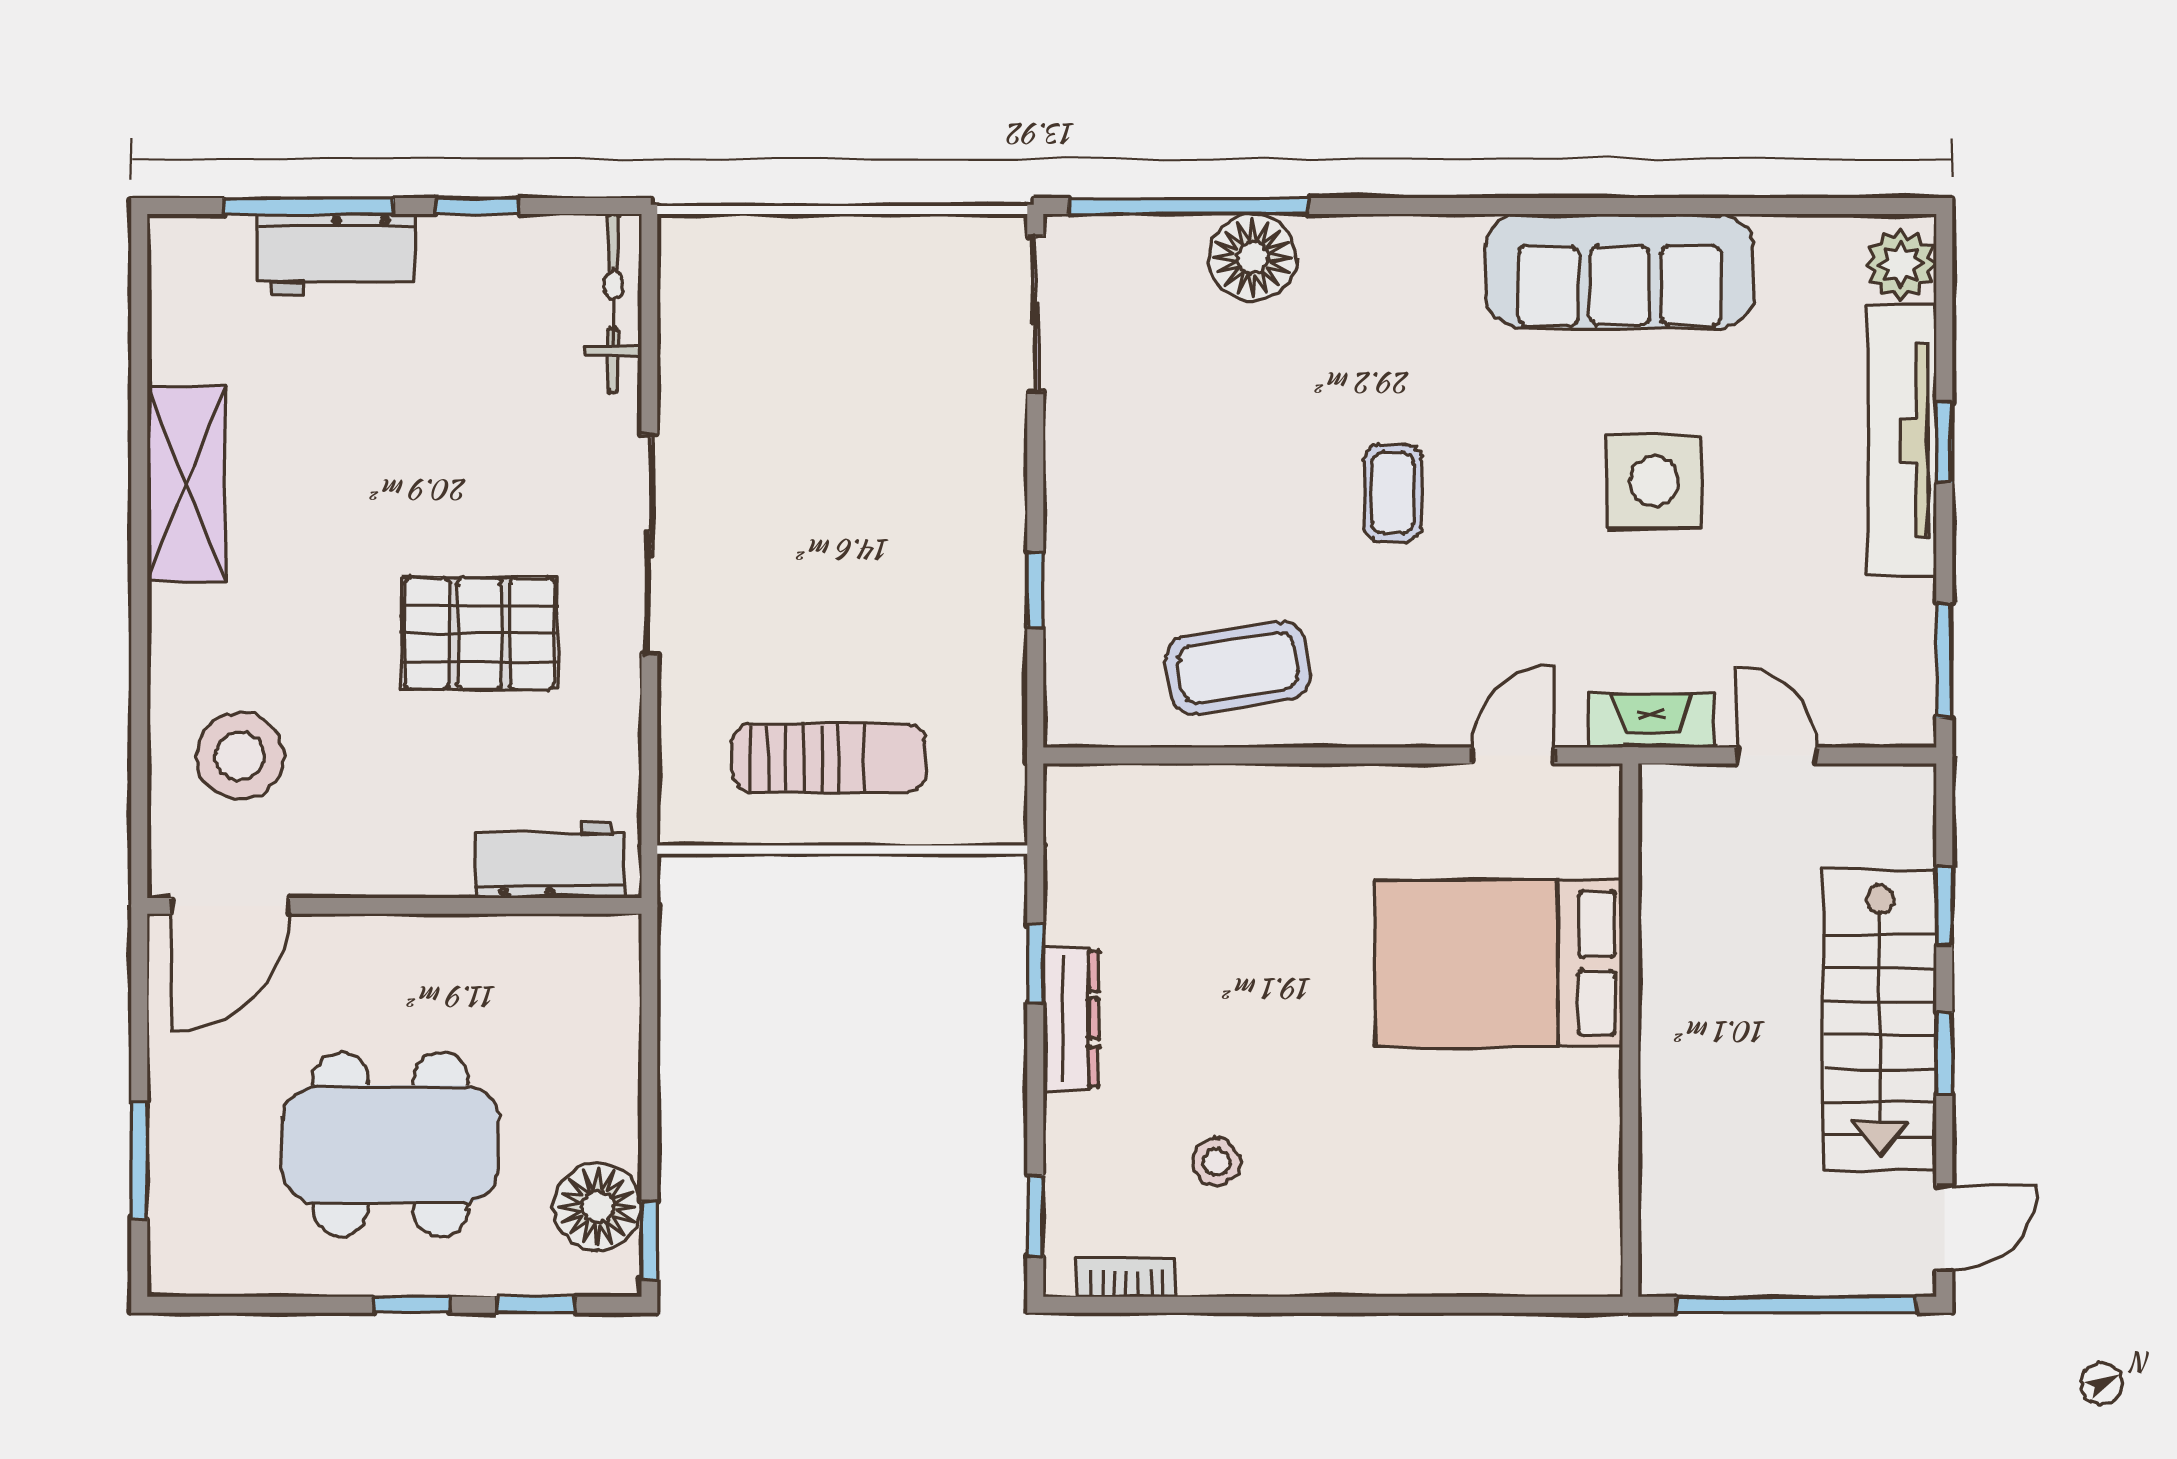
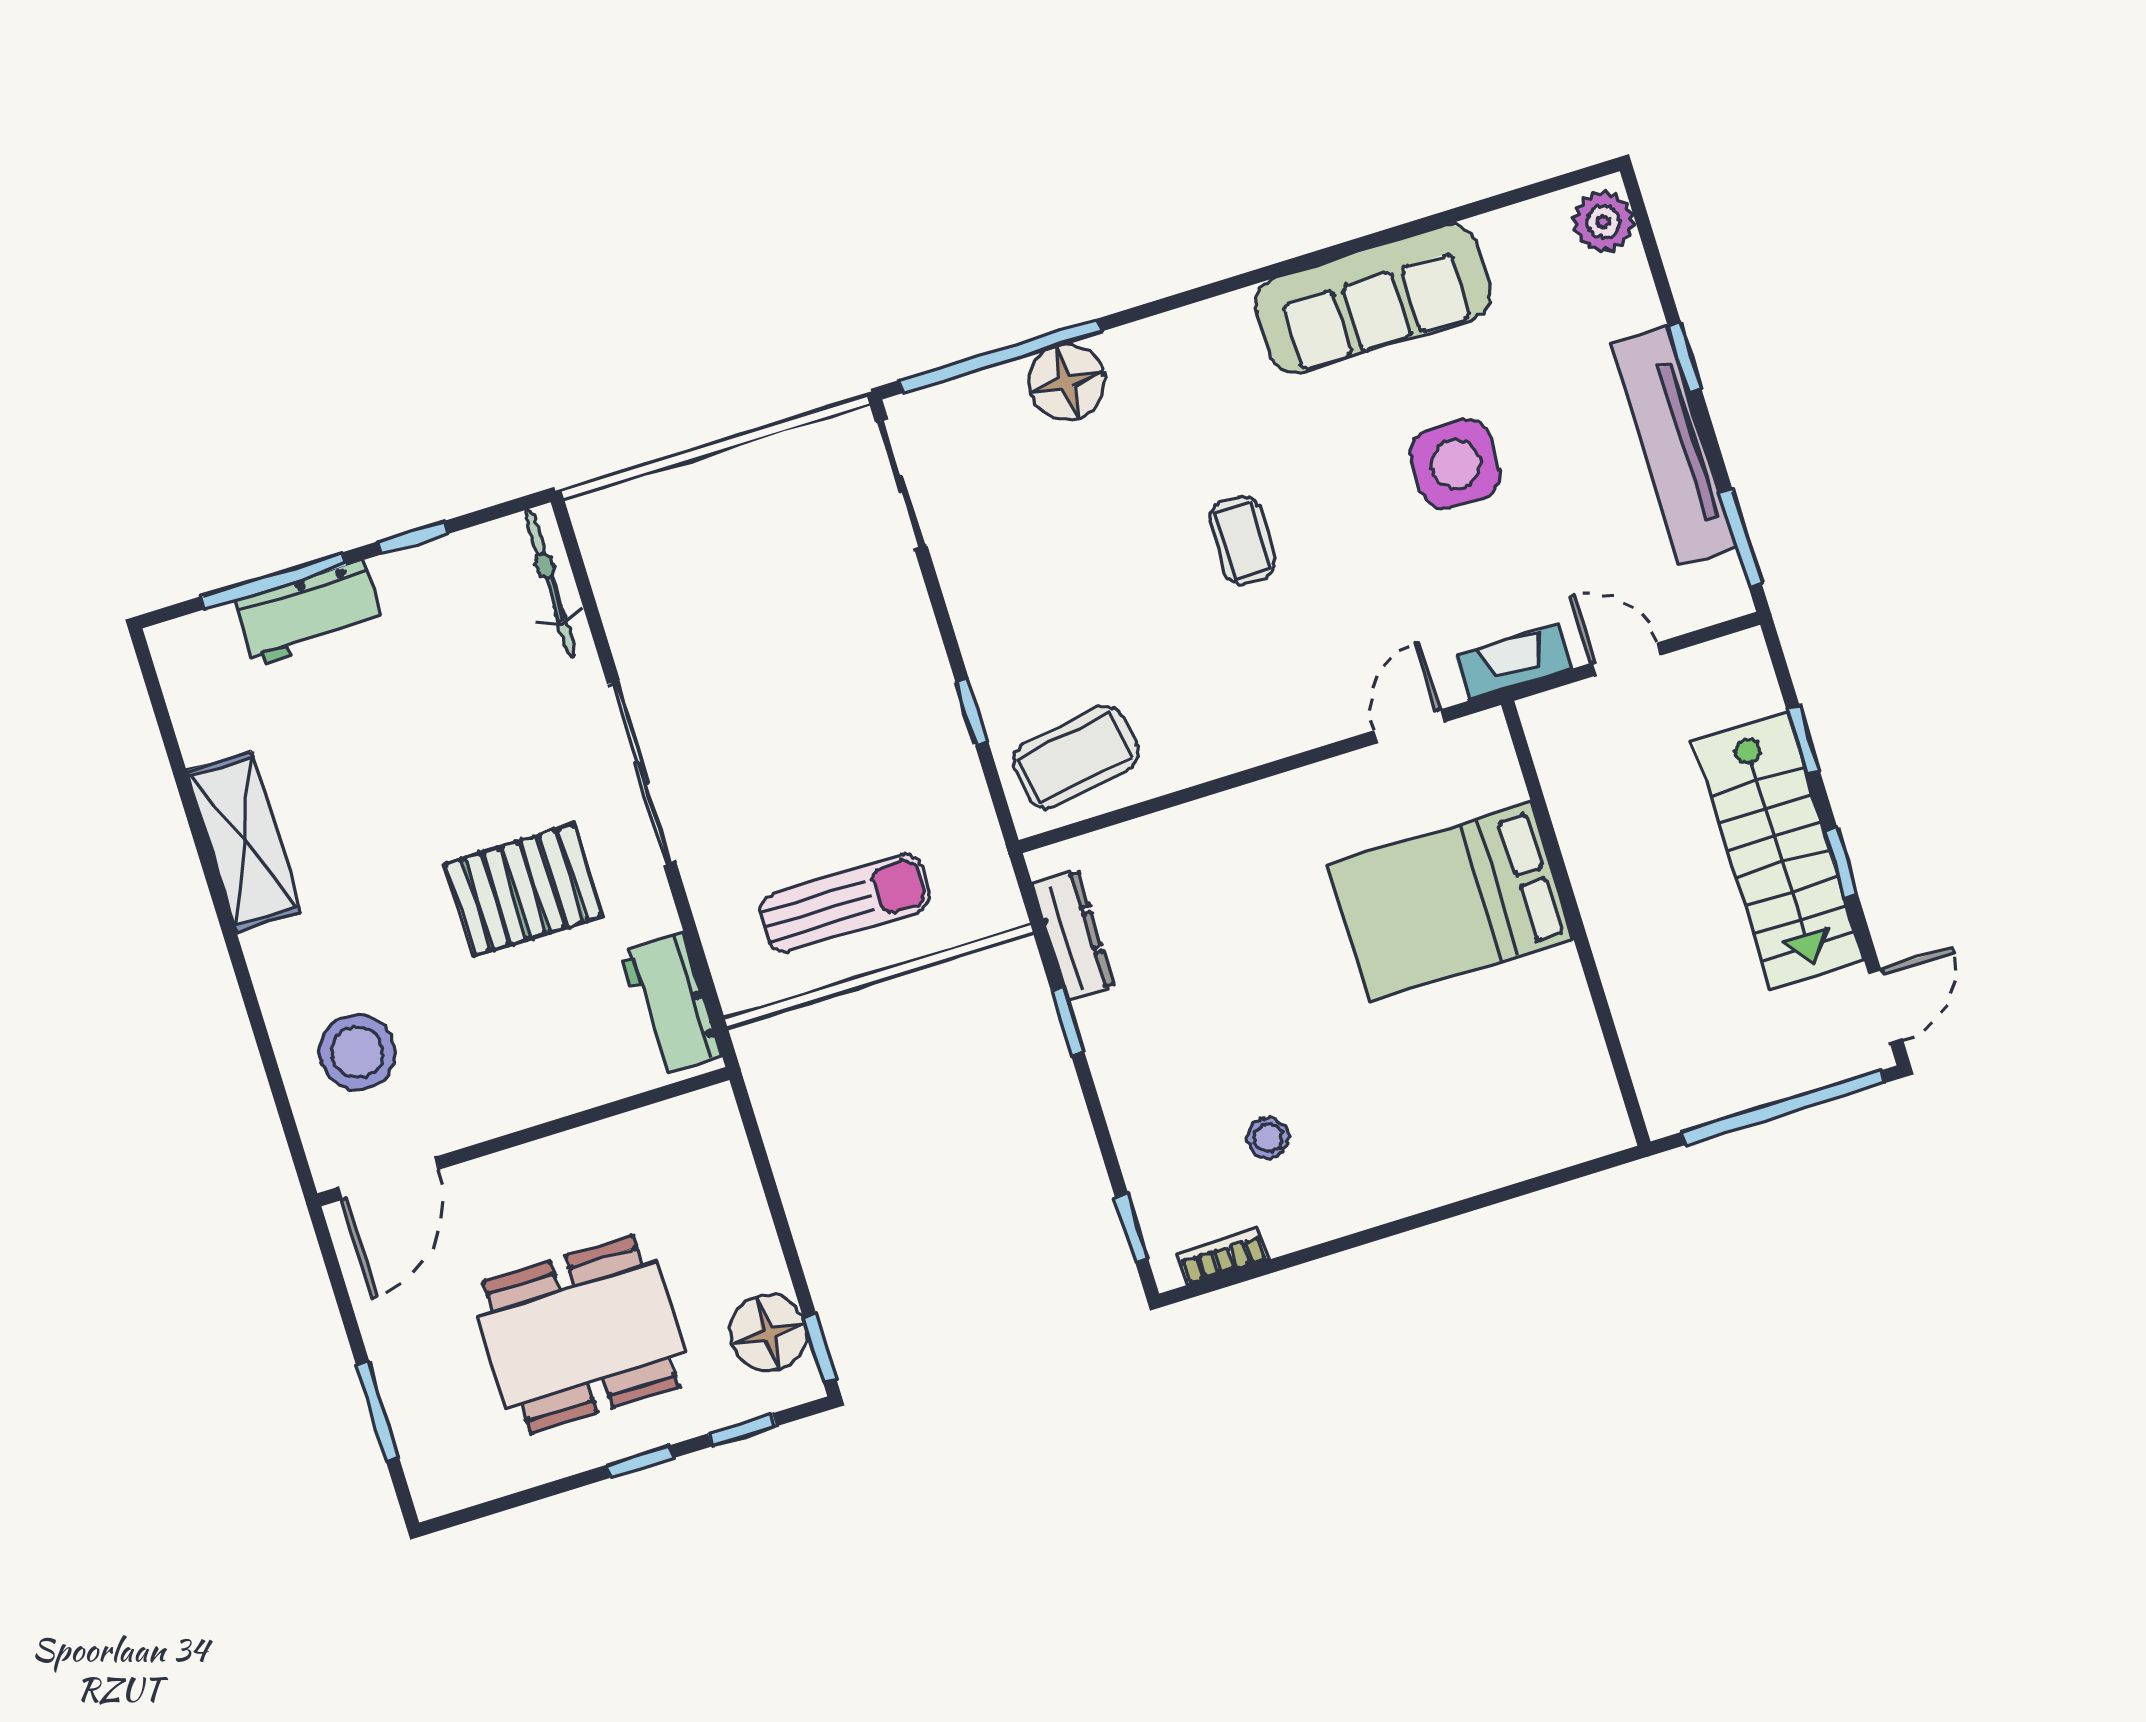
tv unit: (1902, 440) -> (1674, 446), moved
coffee table: (1238, 668) -> (1075, 757), moved
workbench: (549, 859) -> (671, 1004), moved, turned -90
dresser: (1071, 1019) -> (1073, 935), moved

